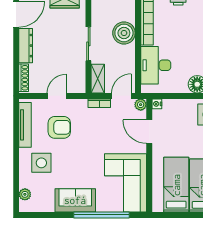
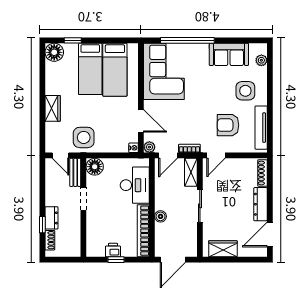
boiler: (124, 33) -> (160, 216), width x0.54, depth x0.54
door: (57, 96) -> (216, 155), moved
sofa: (75, 200) -> (229, 54), moved

